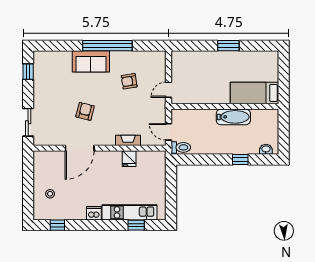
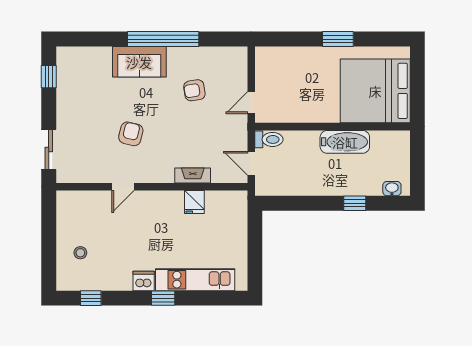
bed: (254, 93) -> (375, 91), width x2.04
toilet: (181, 147) -> (269, 139), moved
door: (80, 148) -> (123, 187), width x0.53
window: (136, 225) -> (163, 298), moved

